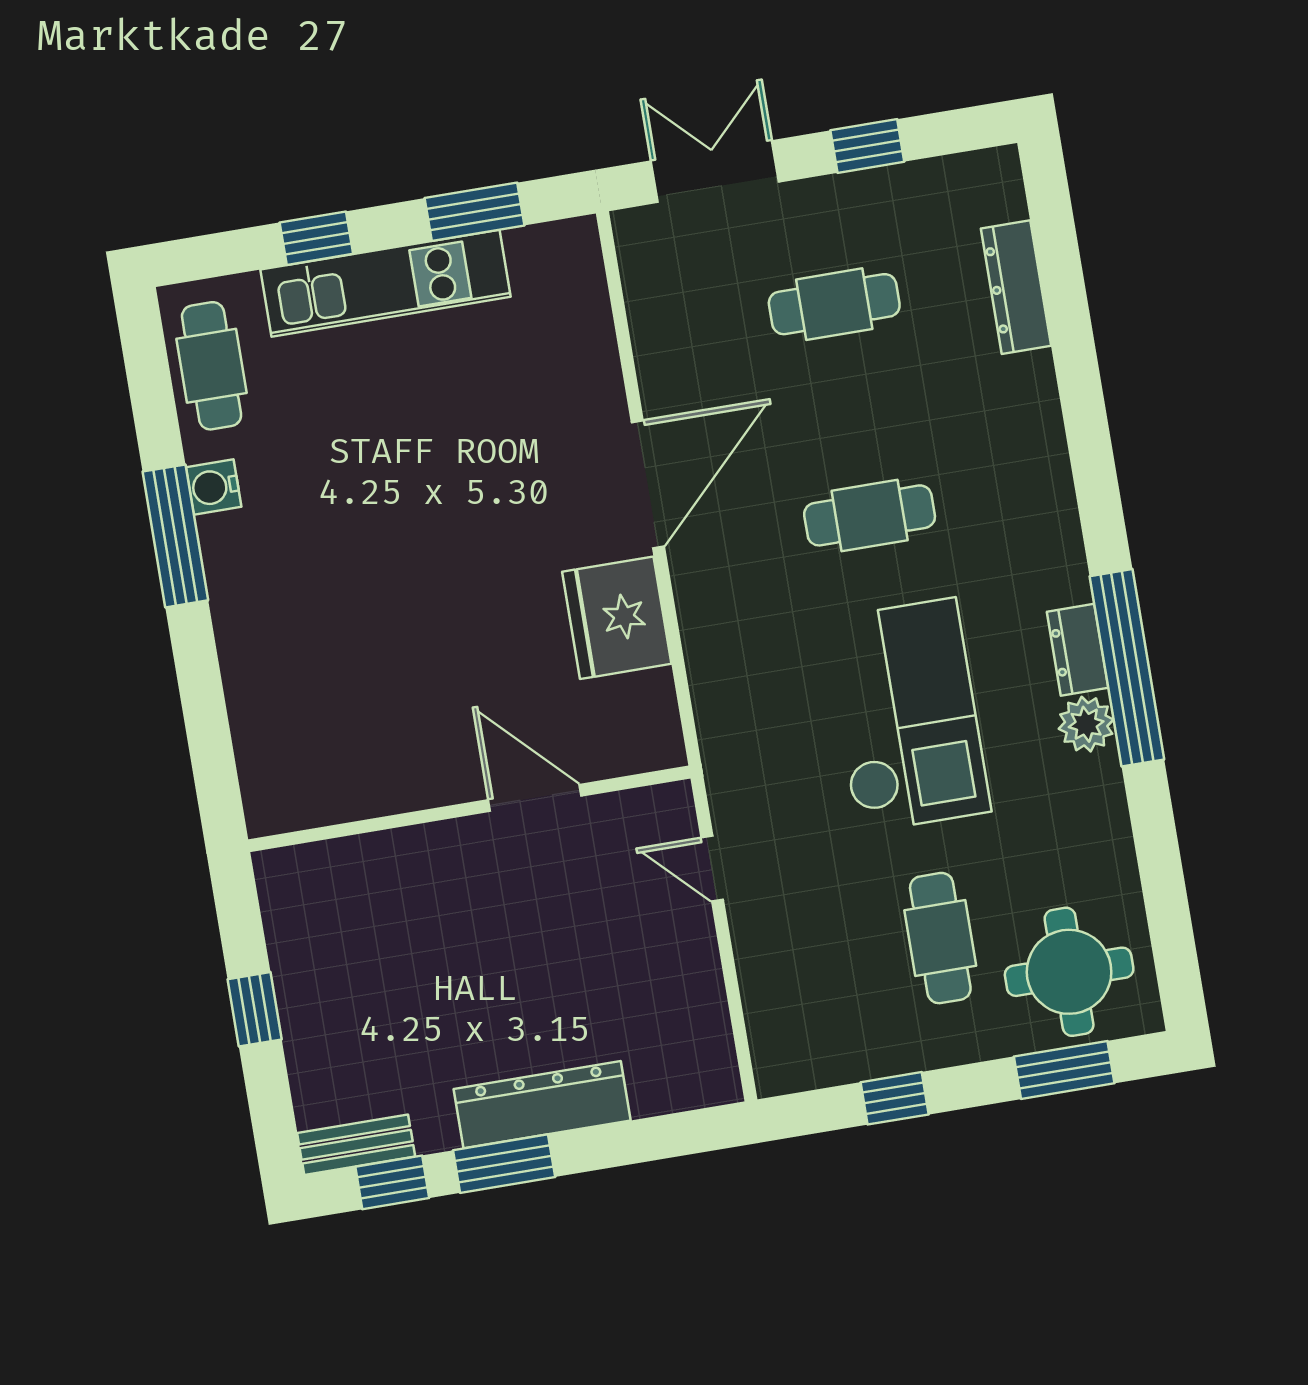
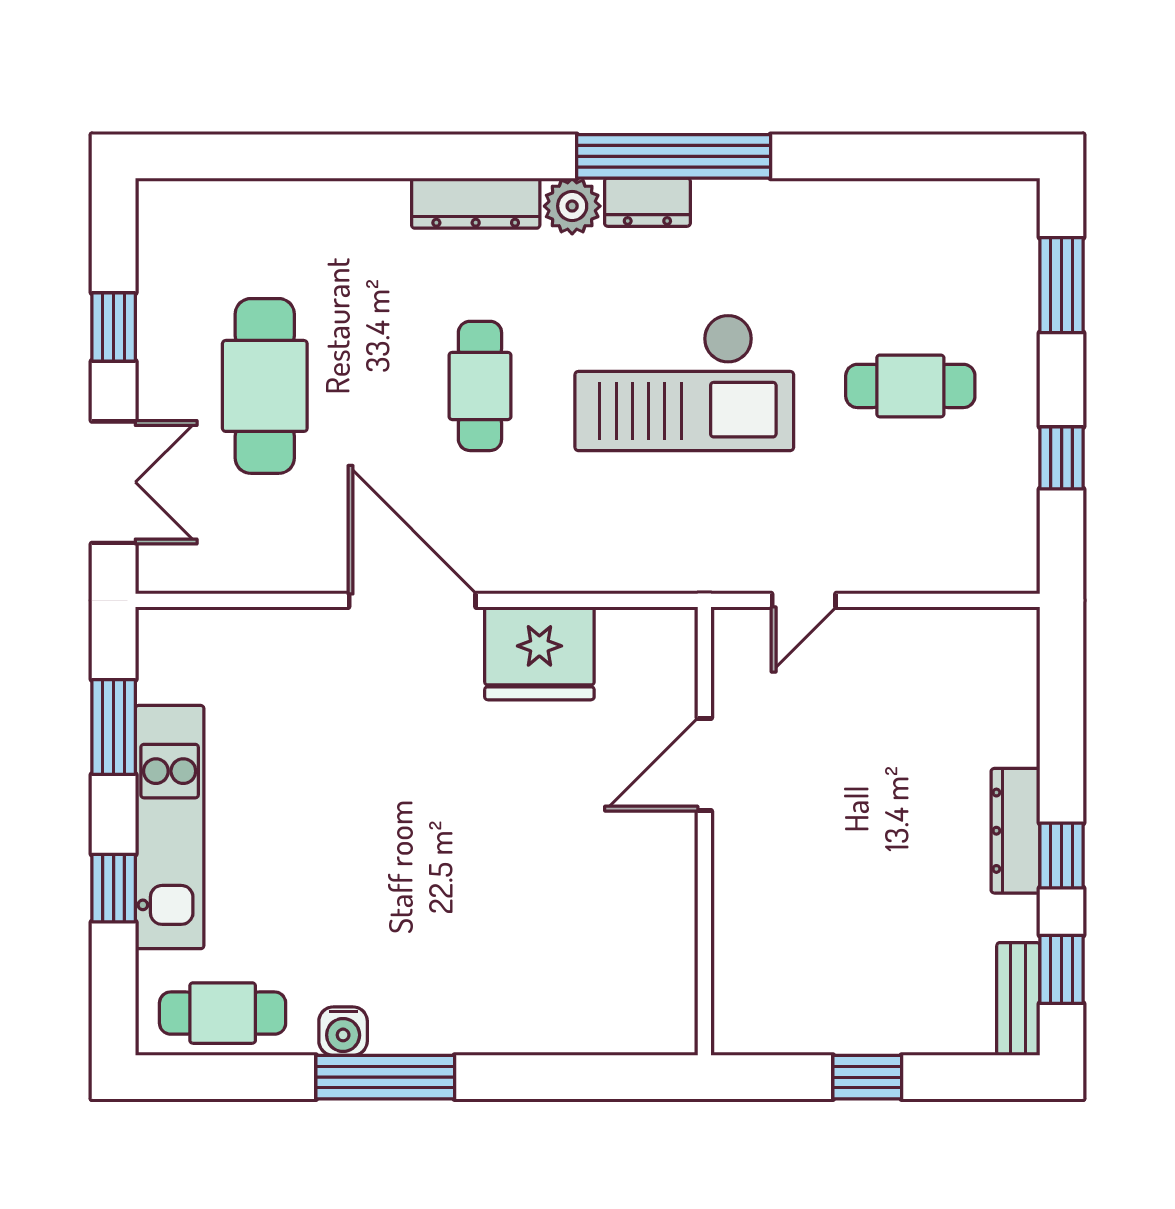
double door: (715, 172) -> (114, 482), swing flipped
dresser: (1016, 287) -> (476, 203), moved
cafe table: (834, 304) -> (265, 386), width x1.37, depth x1.35
checkout: (907, 715) -> (684, 382), turned 180
plant: (1086, 724) -> (572, 206), moved
round table: (1069, 972) -> (965, 264), removed
dresser: (542, 1105) -> (1015, 831), width x0.73, depth x0.80
window: (504, 1164) -> (1062, 856), width x0.67

